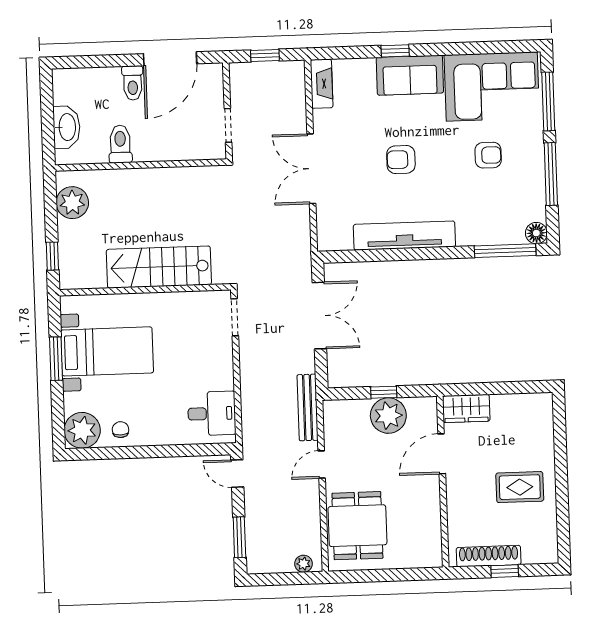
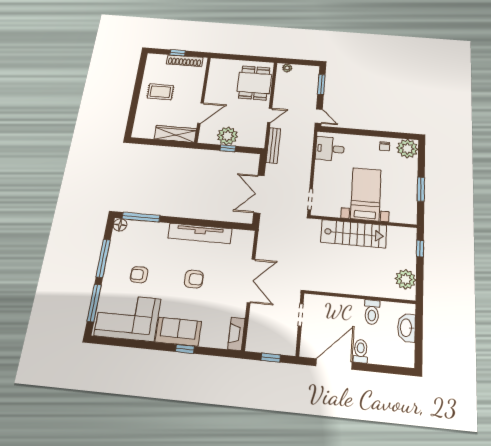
bed with nightstands: (107, 351) -> (366, 194), moved, turned 90
wardrobe: (466, 408) -> (175, 134), width x1.50

